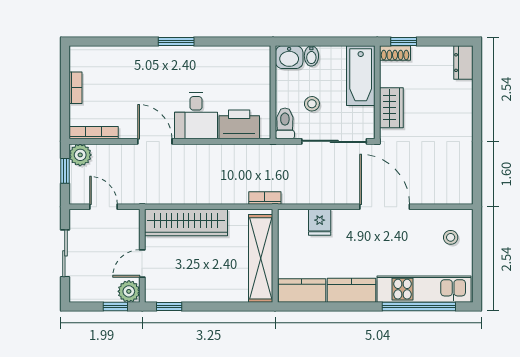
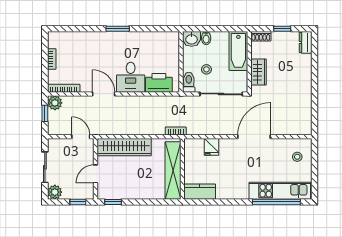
window: (404, 42) -> (282, 29), moved
door: (103, 207) -> (81, 137), moved
door: (385, 207) -> (254, 137), hinge flipped
kitchen counter: (351, 290) -> (232, 191), removed
plant: (129, 291) -> (55, 192), moved

